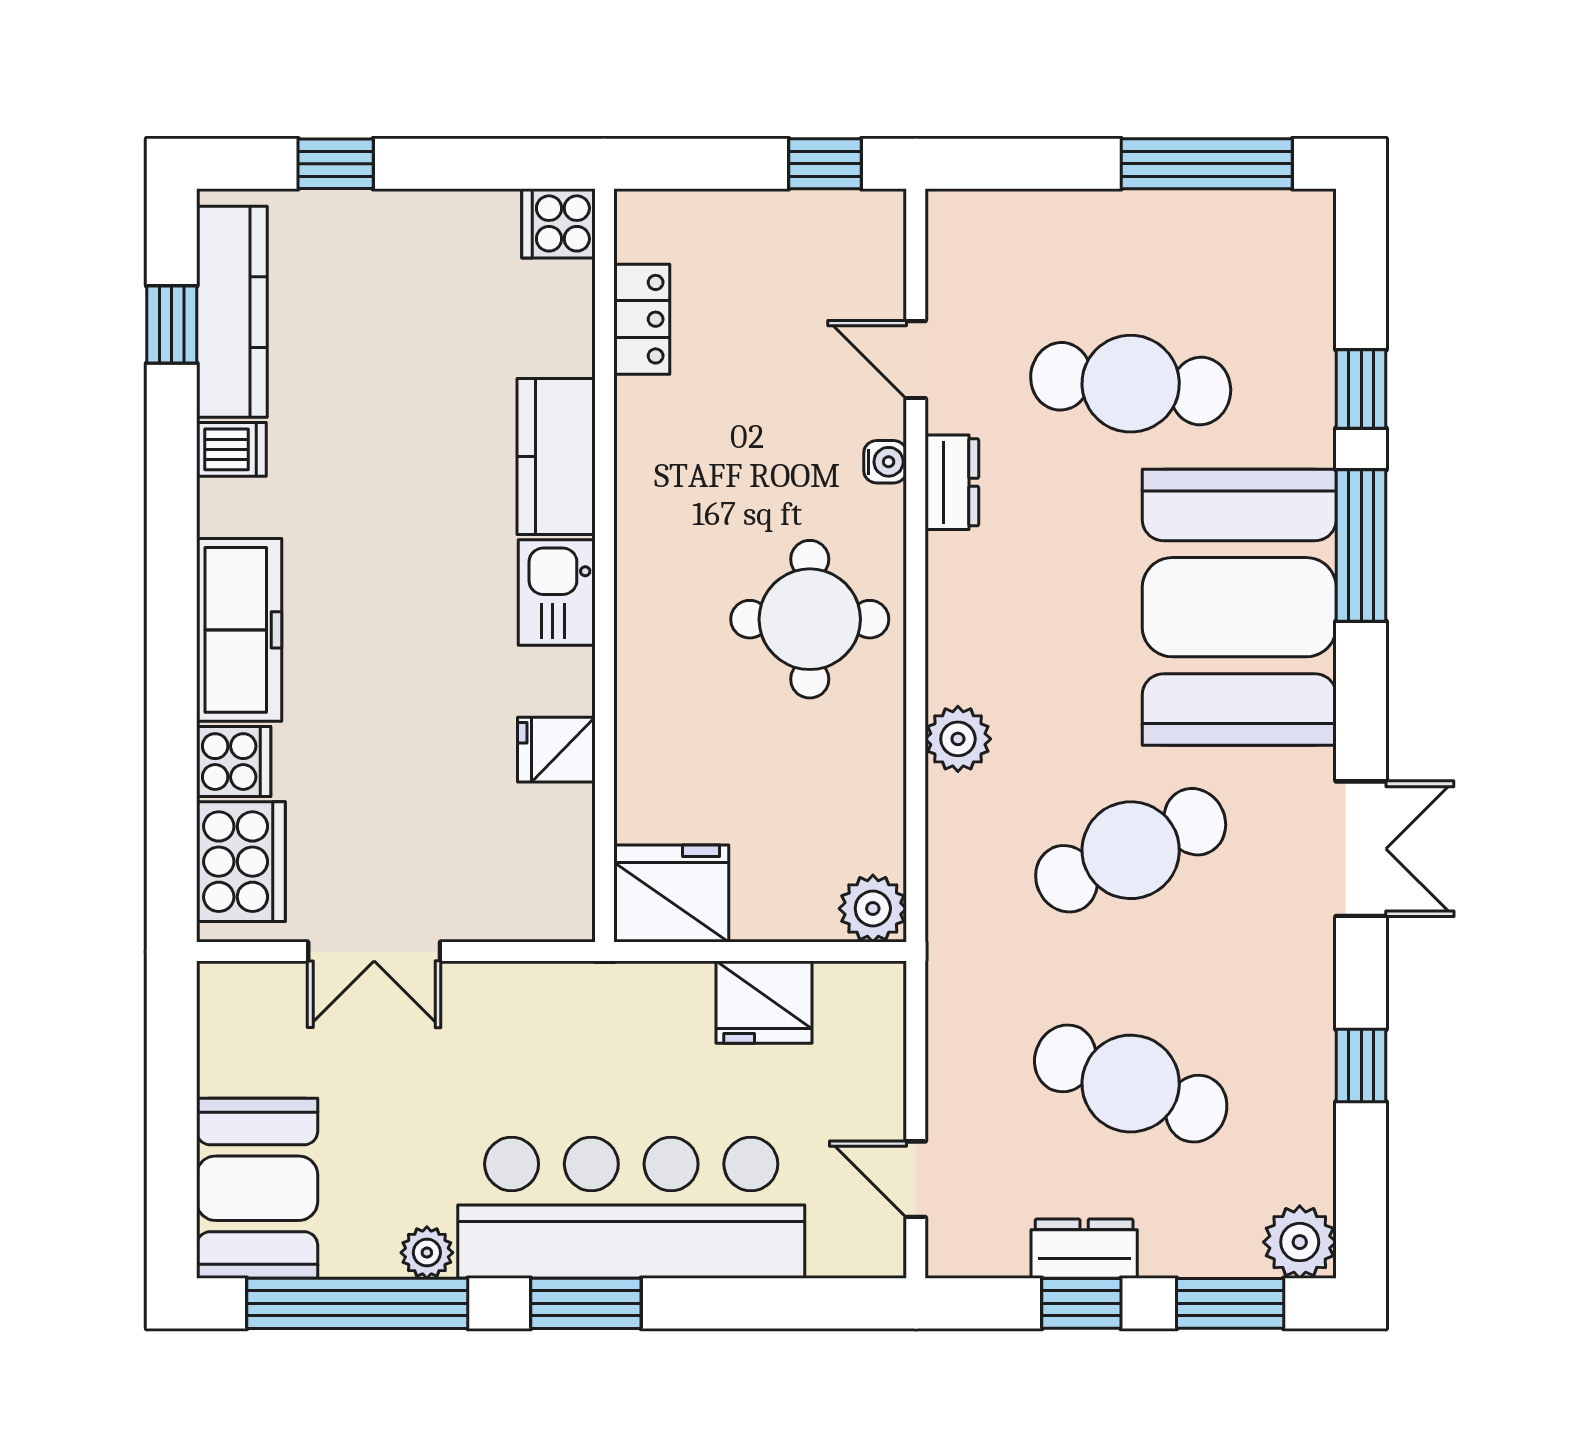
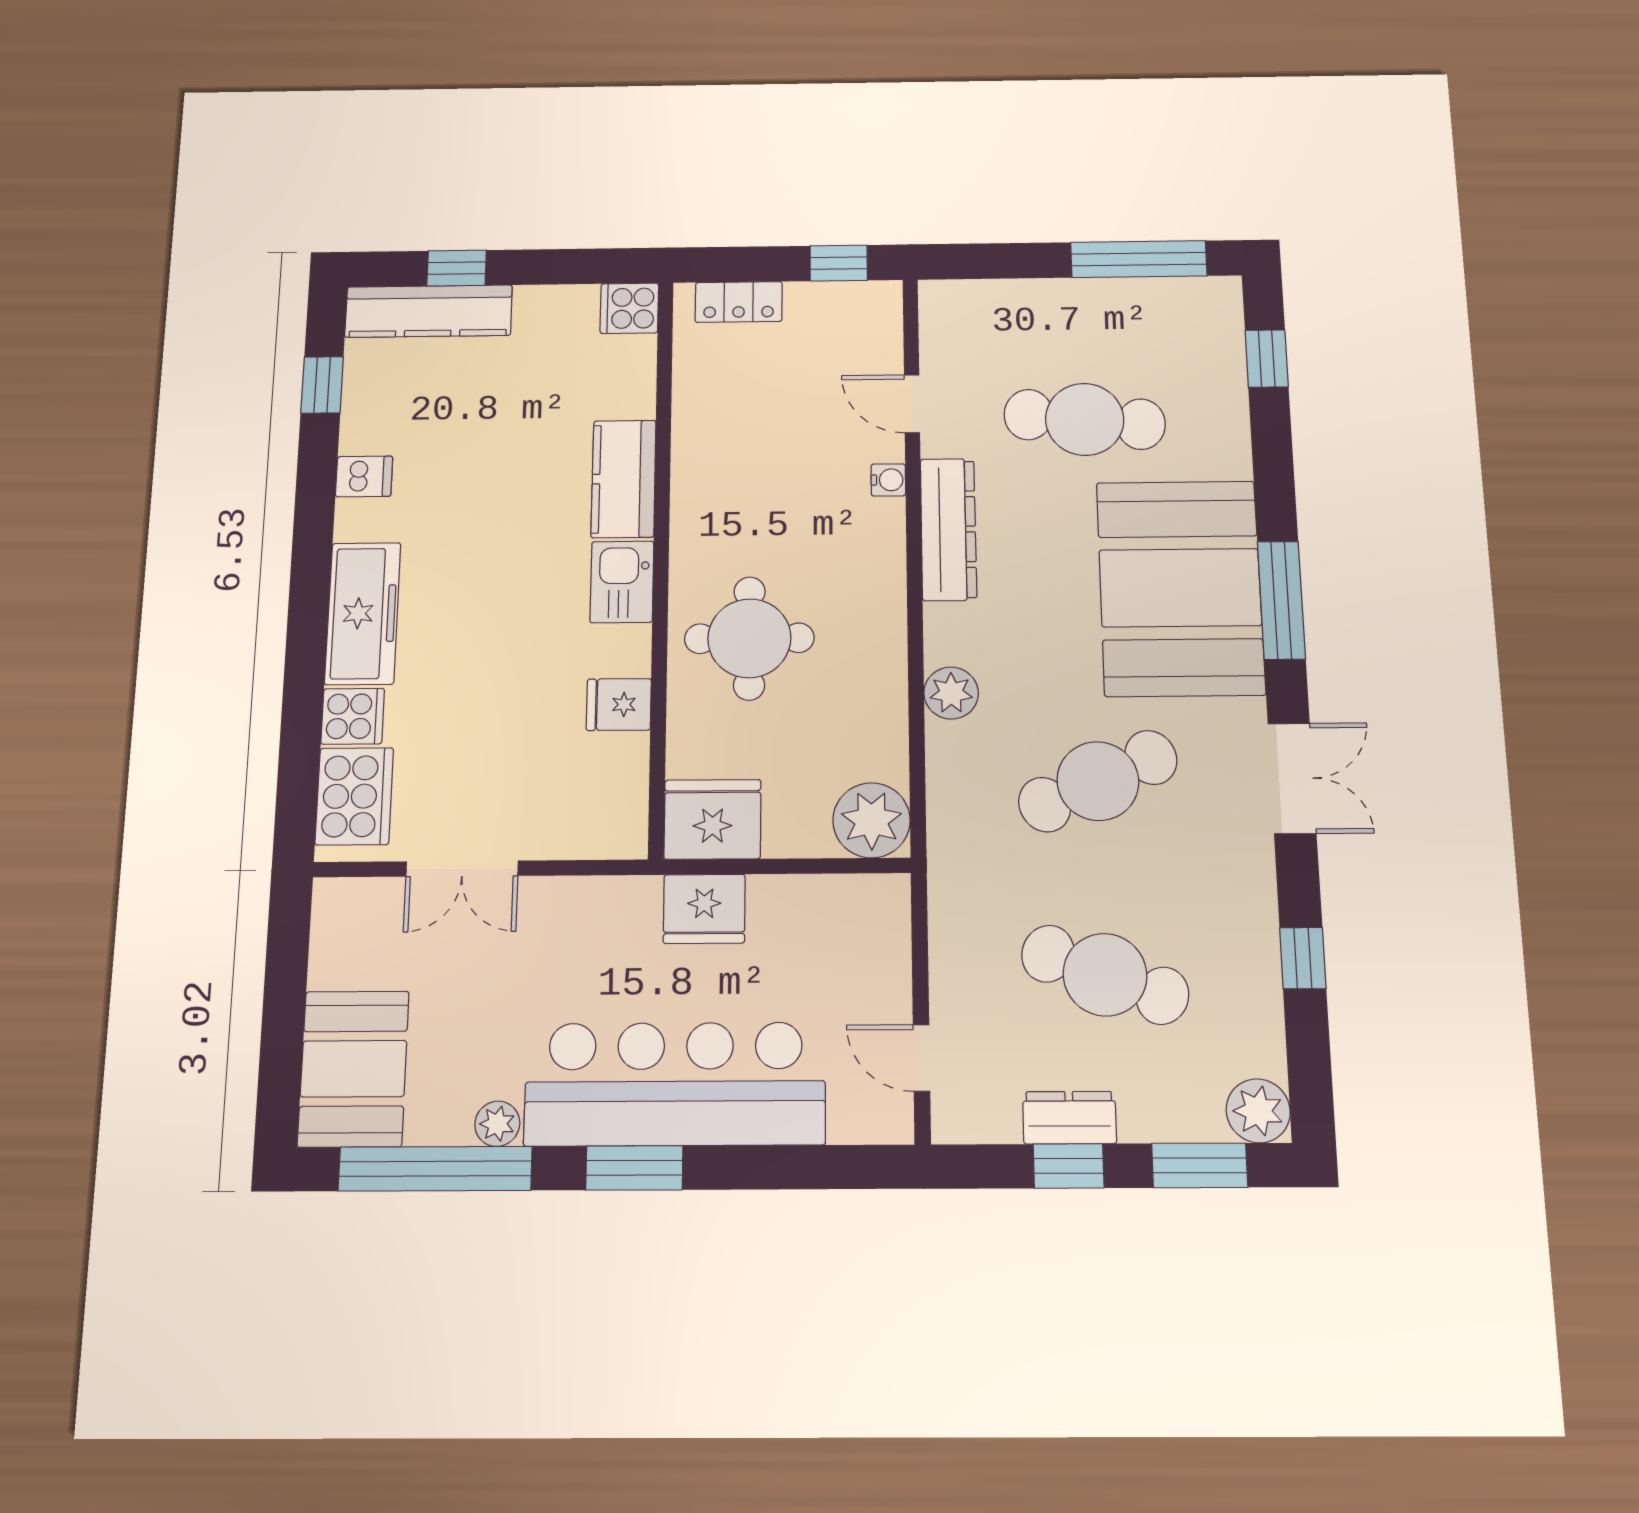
kitchen counter: (232, 312) -> (429, 311), moved, turned 90
locker: (642, 319) -> (739, 302), moved, turned 90
window: (1361, 389) -> (1267, 359), moved
dresser: (952, 482) -> (948, 529), width x1.96, depth x1.24
window: (1361, 545) -> (1281, 600), moved
round table: (810, 619) -> (749, 638), moved
plant: (873, 909) -> (872, 820), width x1.36, depth x1.36
fridge: (764, 1002) -> (704, 909), moved

